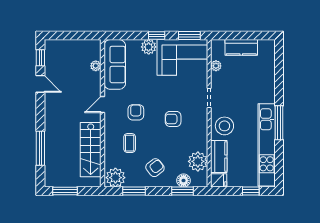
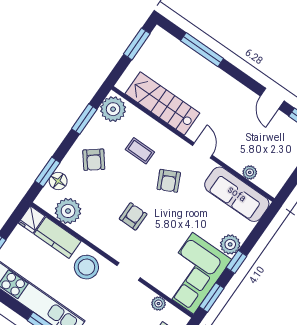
door: (40, 84) -> (272, 99), hinge flipped
armchair: (136, 112) -> (169, 181), turned 64

